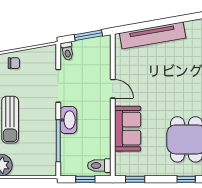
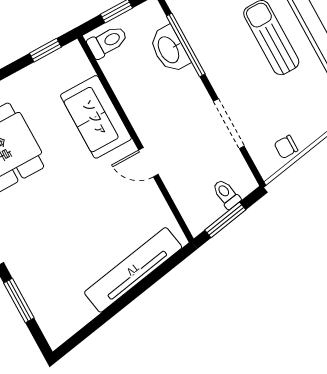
toilet: (67, 51) -> (226, 194), moved
chair: (14, 63) -> (286, 147), moved
washbasin: (68, 120) -> (169, 49), moved

